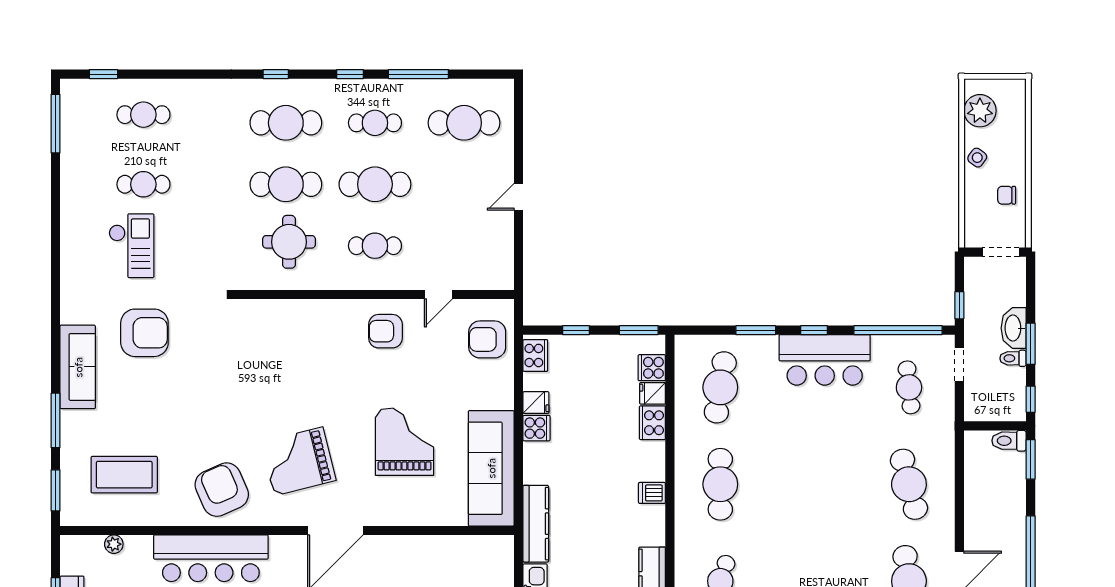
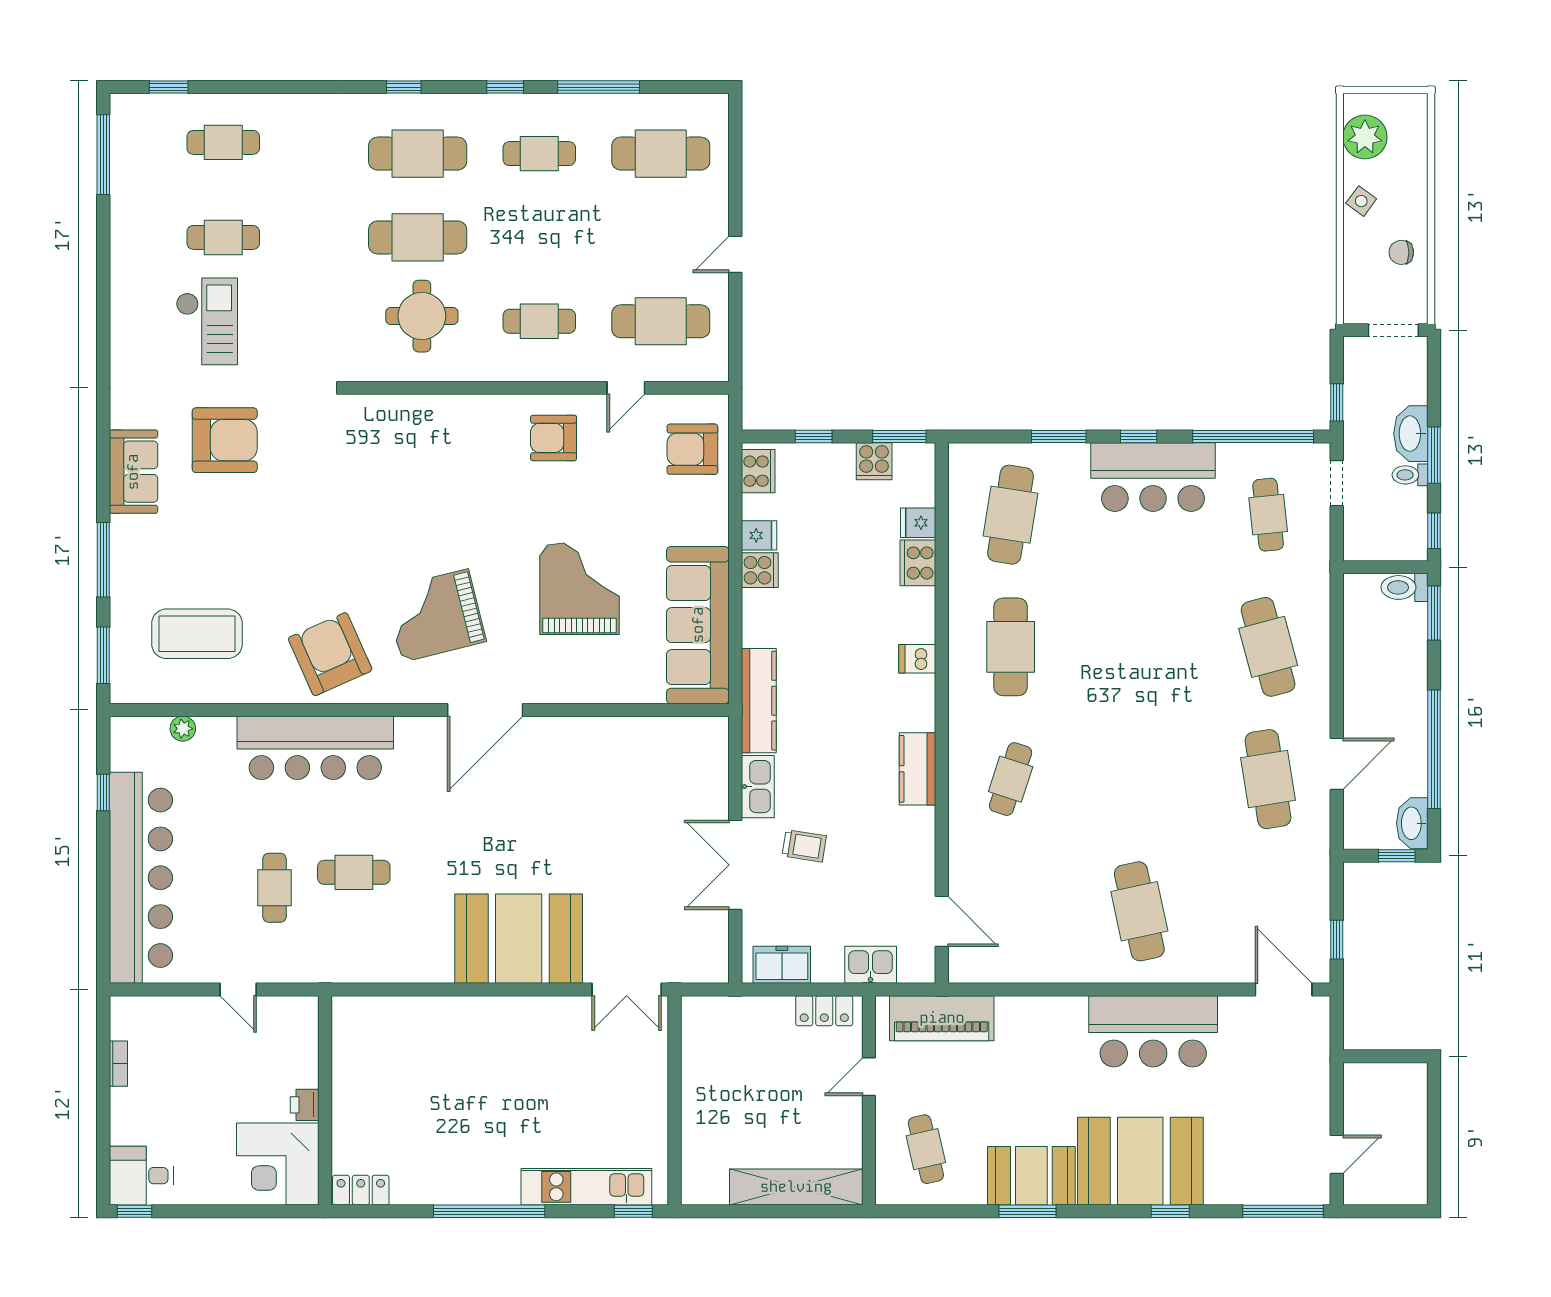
cafe table: (375, 184) -> (661, 321), moved
sofa: (78, 367) -> (133, 472), width x0.73
cooker: (652, 368) -> (874, 461), moved, turned -90

